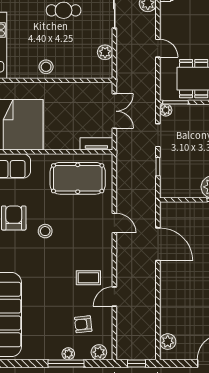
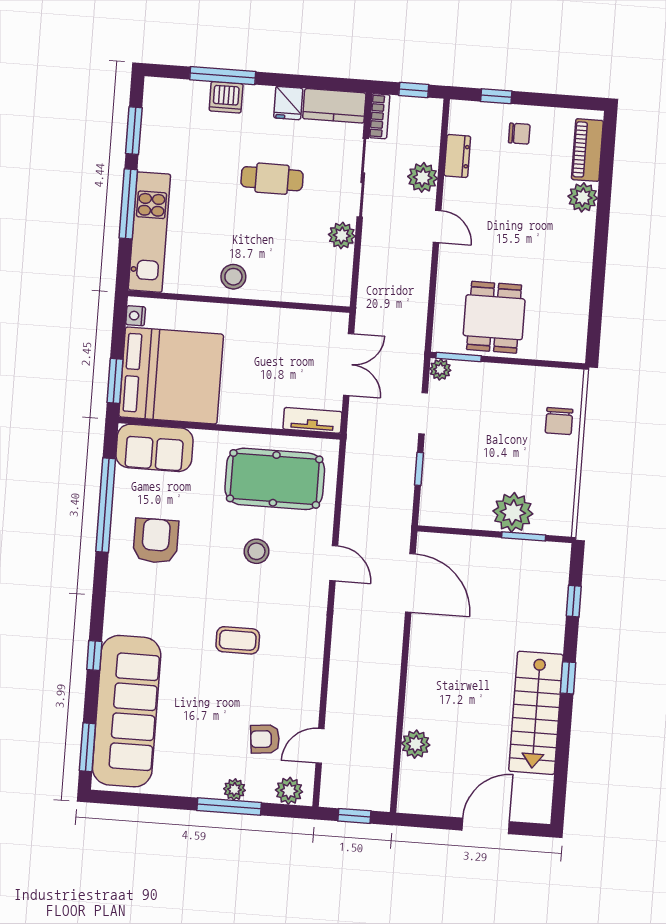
door: (158, 48) -> (437, 226), moved
plant: (105, 52) -> (342, 235), moved
stool: (45, 231) -> (257, 551), moved
door: (158, 244) -> (410, 583), moved
coffee table: (88, 278) -> (238, 640), moved
door: (114, 297) -> (320, 746), moved
plant: (168, 342) -> (416, 744), moved

